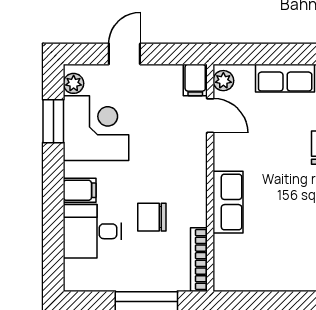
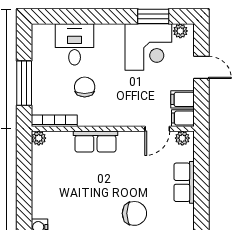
filing cabinet: (80, 190) -> (183, 99), moved, turned 90
plant: (223, 281) -> (39, 138), added

